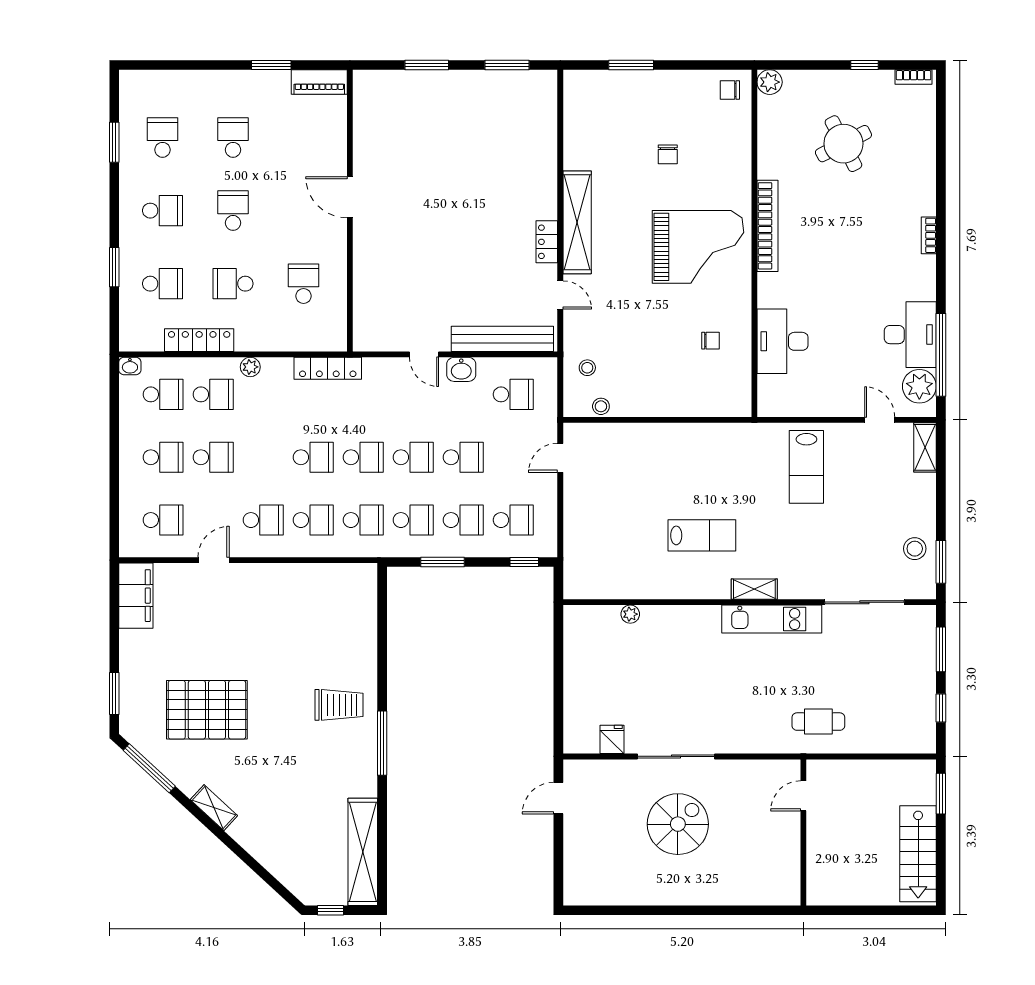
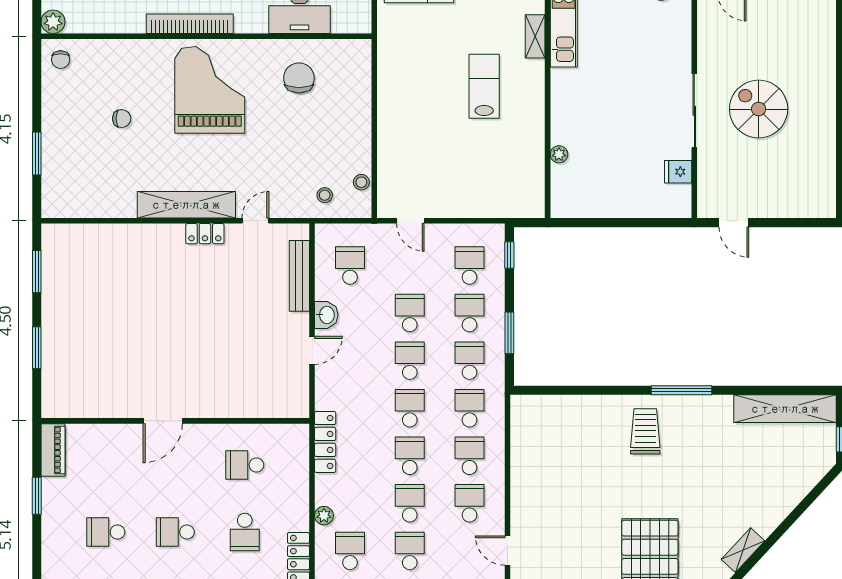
bench: (502, 339) -> (299, 276), width x0.73, depth x0.82
chair: (711, 341) -> (299, 78), width x1.87, depth x1.87
school desk: (263, 457) -> (410, 503), added

